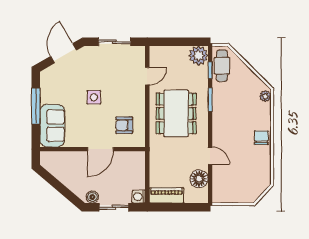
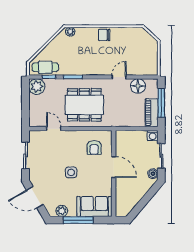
plant: (47, 86) -> (62, 211), added
window: (179, 207) -> (161, 103), added

